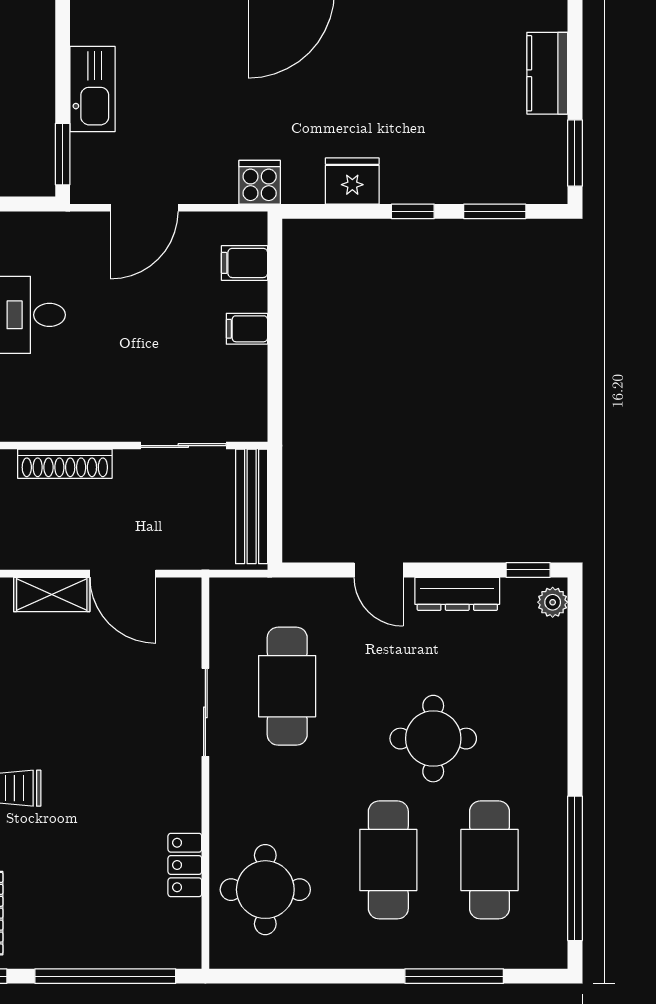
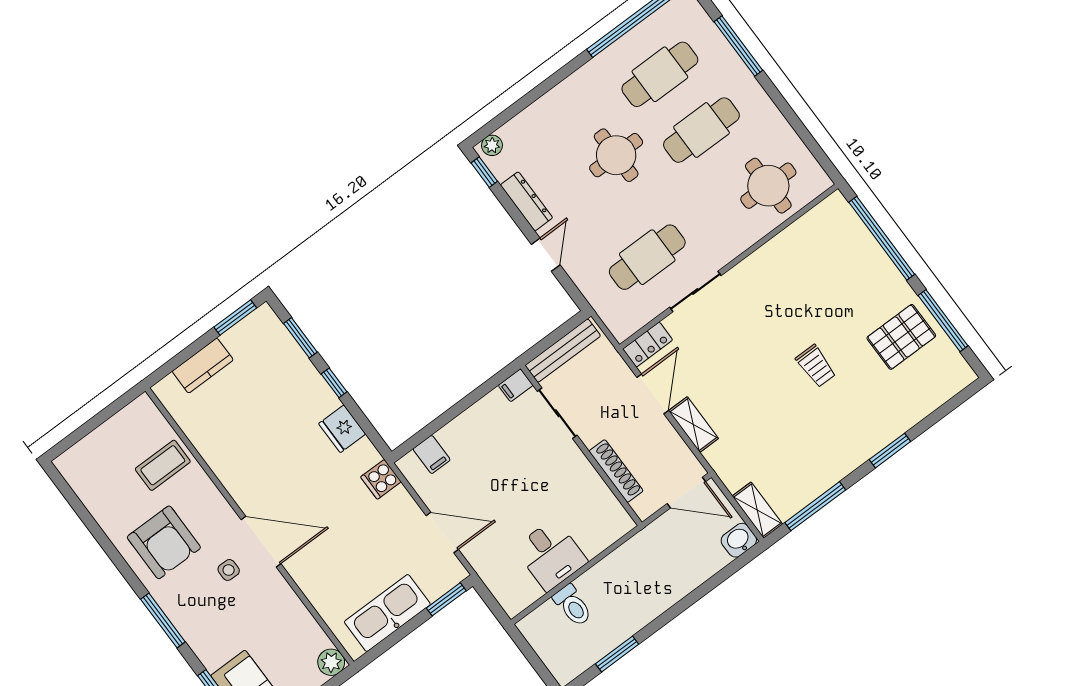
kitchen sink: (93, 89) -> (387, 613), width x1.36, depth x1.24
filing cabinet: (247, 329) -> (516, 385), moved, turned 90
locker: (185, 865) -> (648, 345), moved

